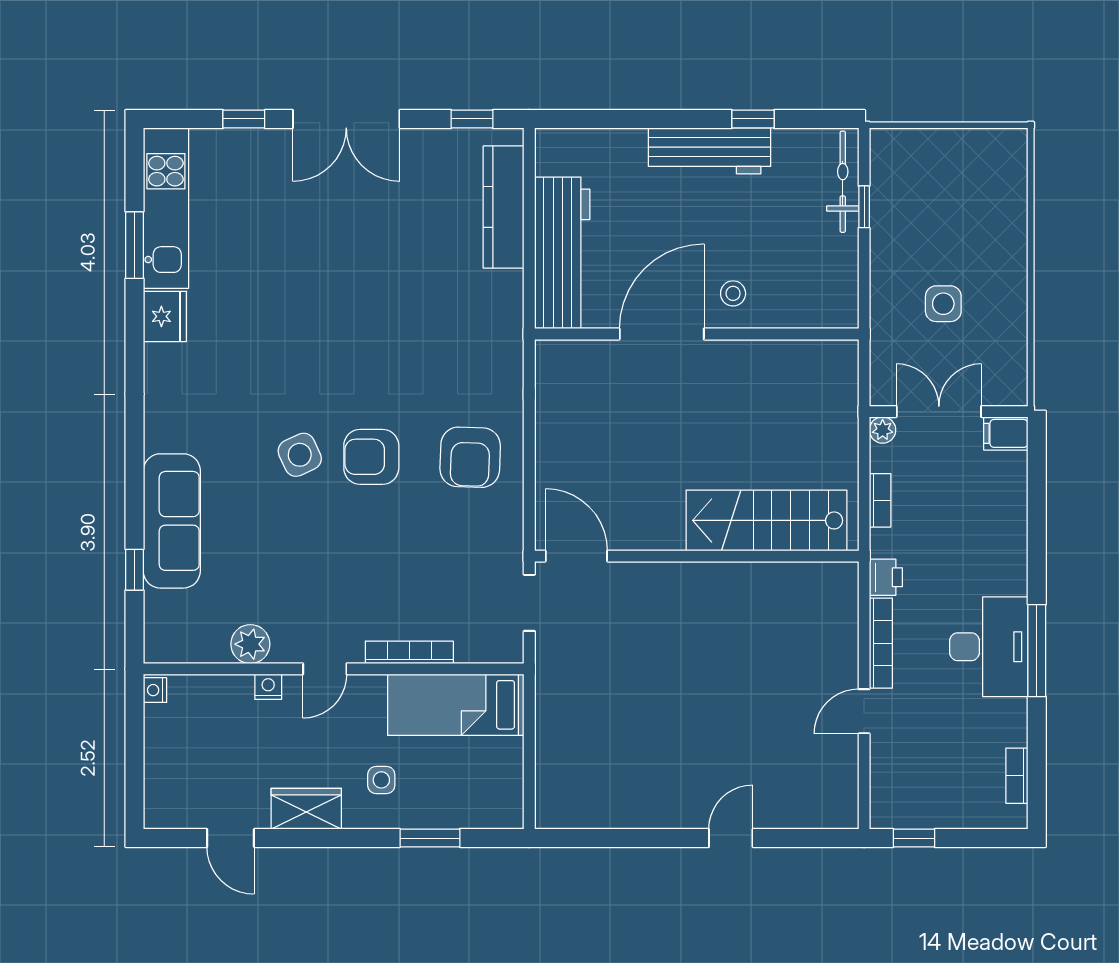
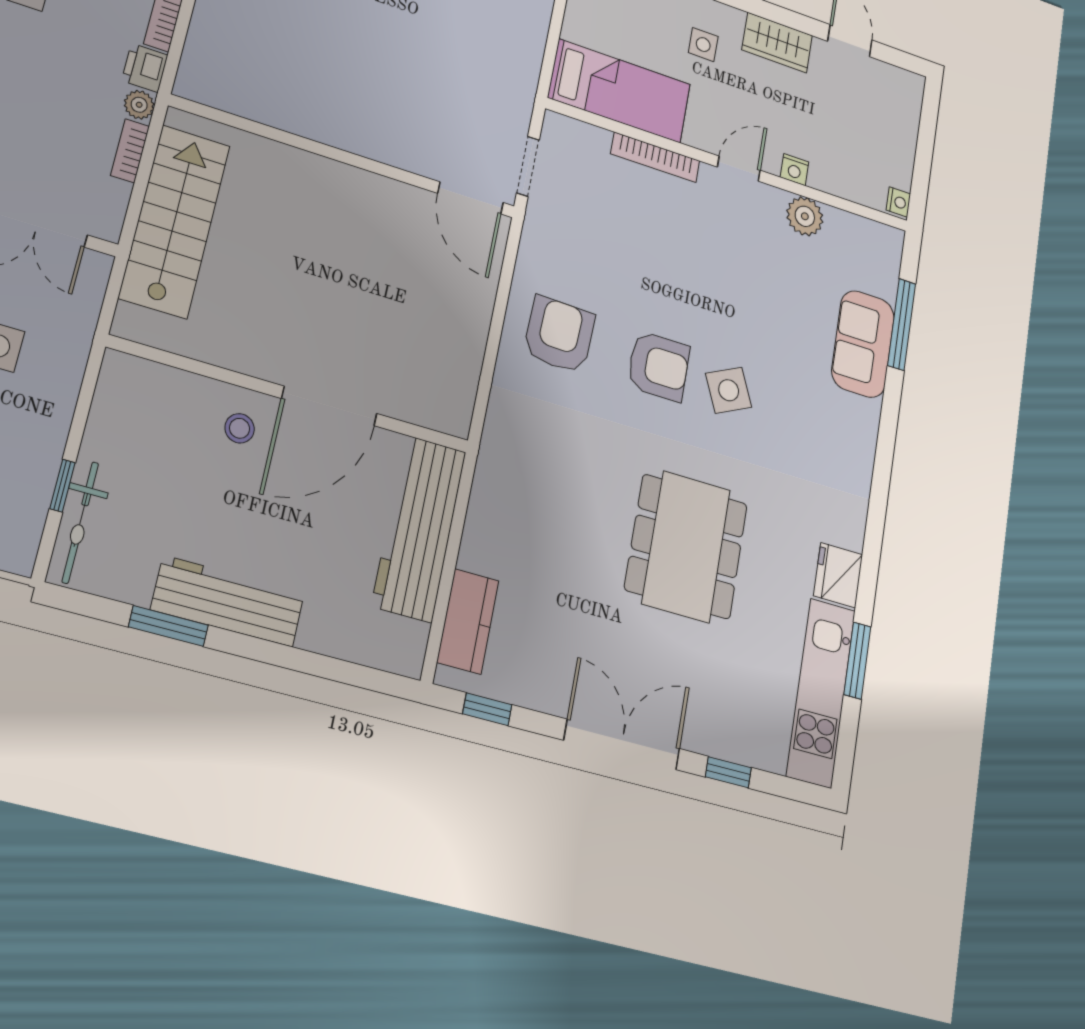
window: (753, 119) -> (168, 626), width x1.50
kitchen counter: (504, 207) -> (468, 621), width x0.67
dining table: (317, 303) -> (686, 546), added
plant: (883, 430) -> (139, 105), moved
stairs: (767, 520) -> (175, 221), moved, turned -90
sofa: (172, 521) -> (863, 344), width x0.73
window: (134, 570) -> (902, 324), width x2.17

